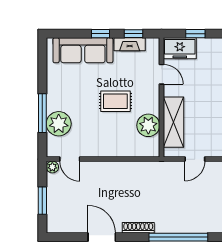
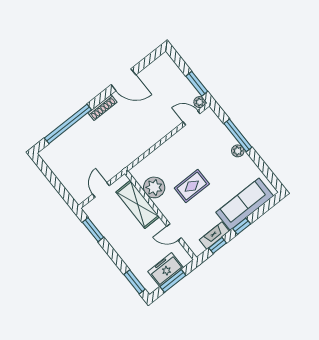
window: (195, 34) -> (173, 281), width x1.50
freezer: (180, 48) -> (166, 270), moved
plant: (59, 124) -> (238, 151), moved, width x0.53, depth x0.53
window: (42, 201) -> (197, 84), moved

